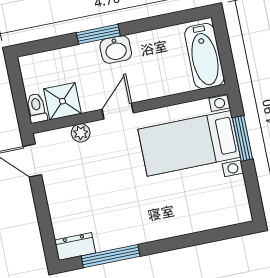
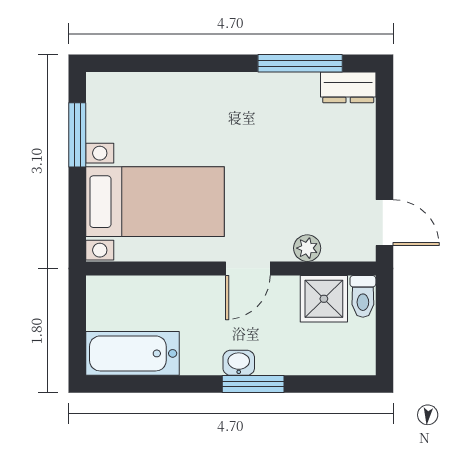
washbasin: (116, 49) -> (239, 363), width x0.72, depth x0.69
bathtub: (204, 56) -> (133, 353), moved, turned -90
window: (242, 138) -> (77, 135), moved

